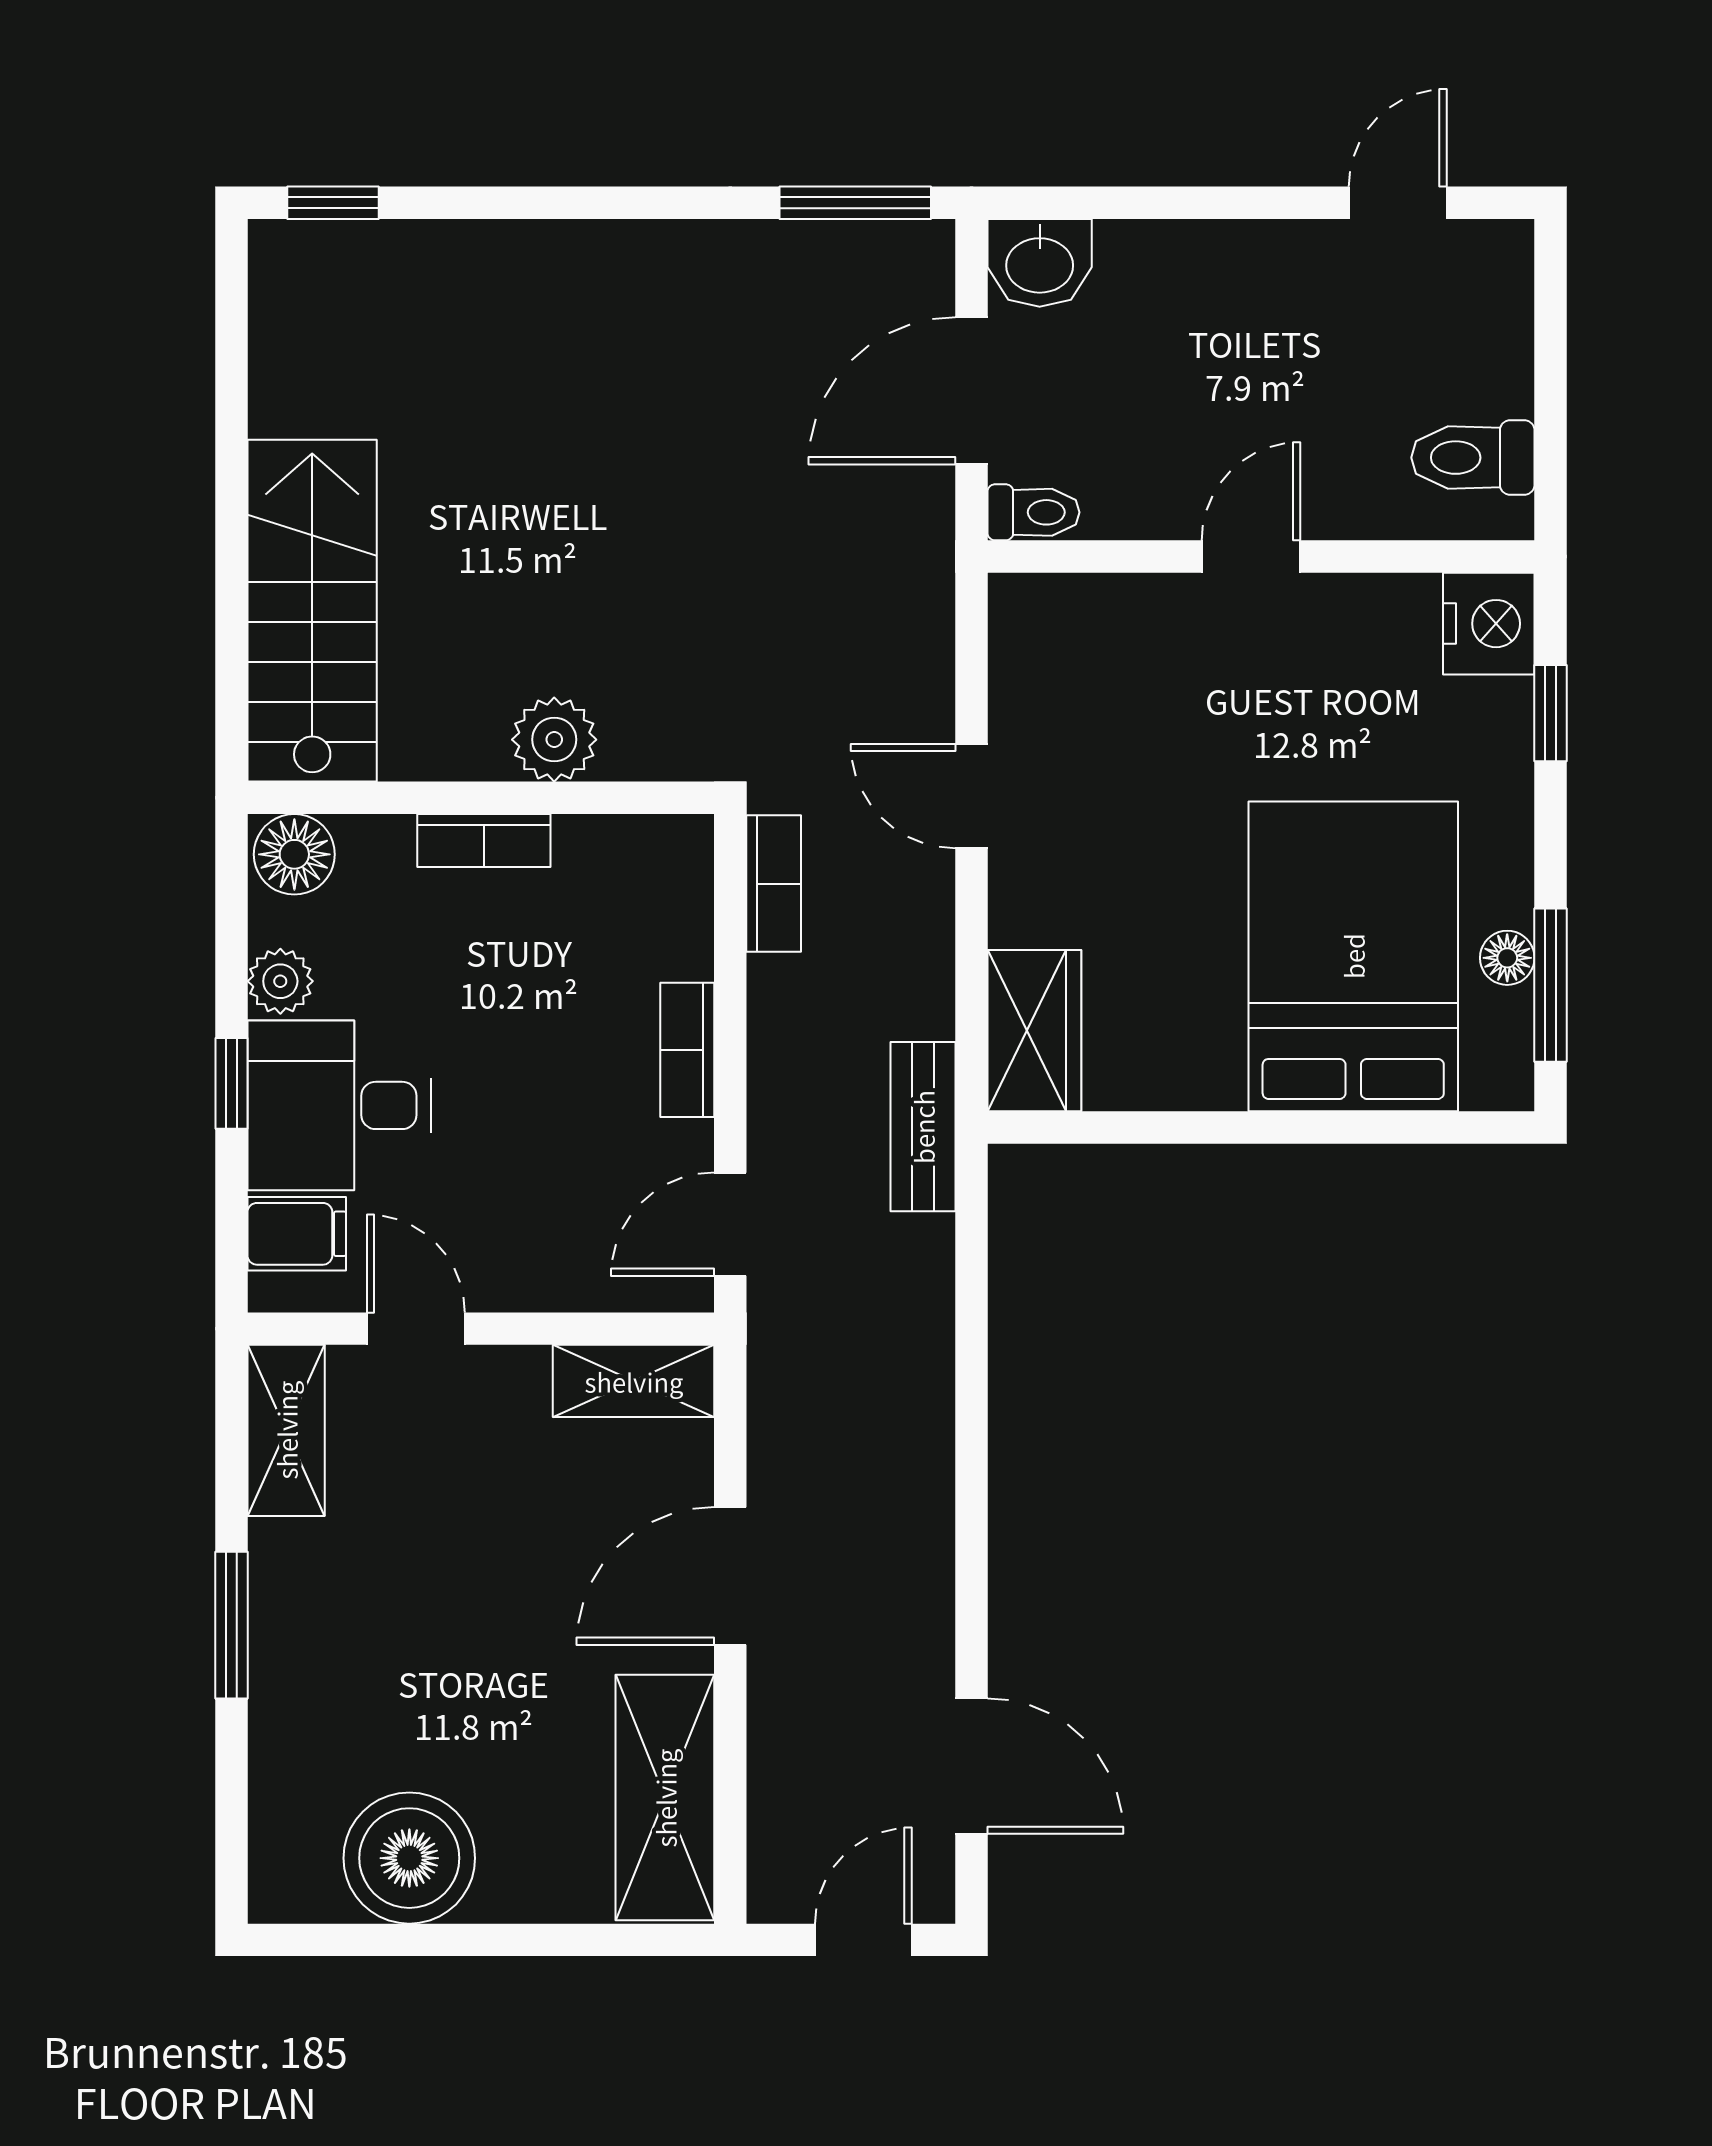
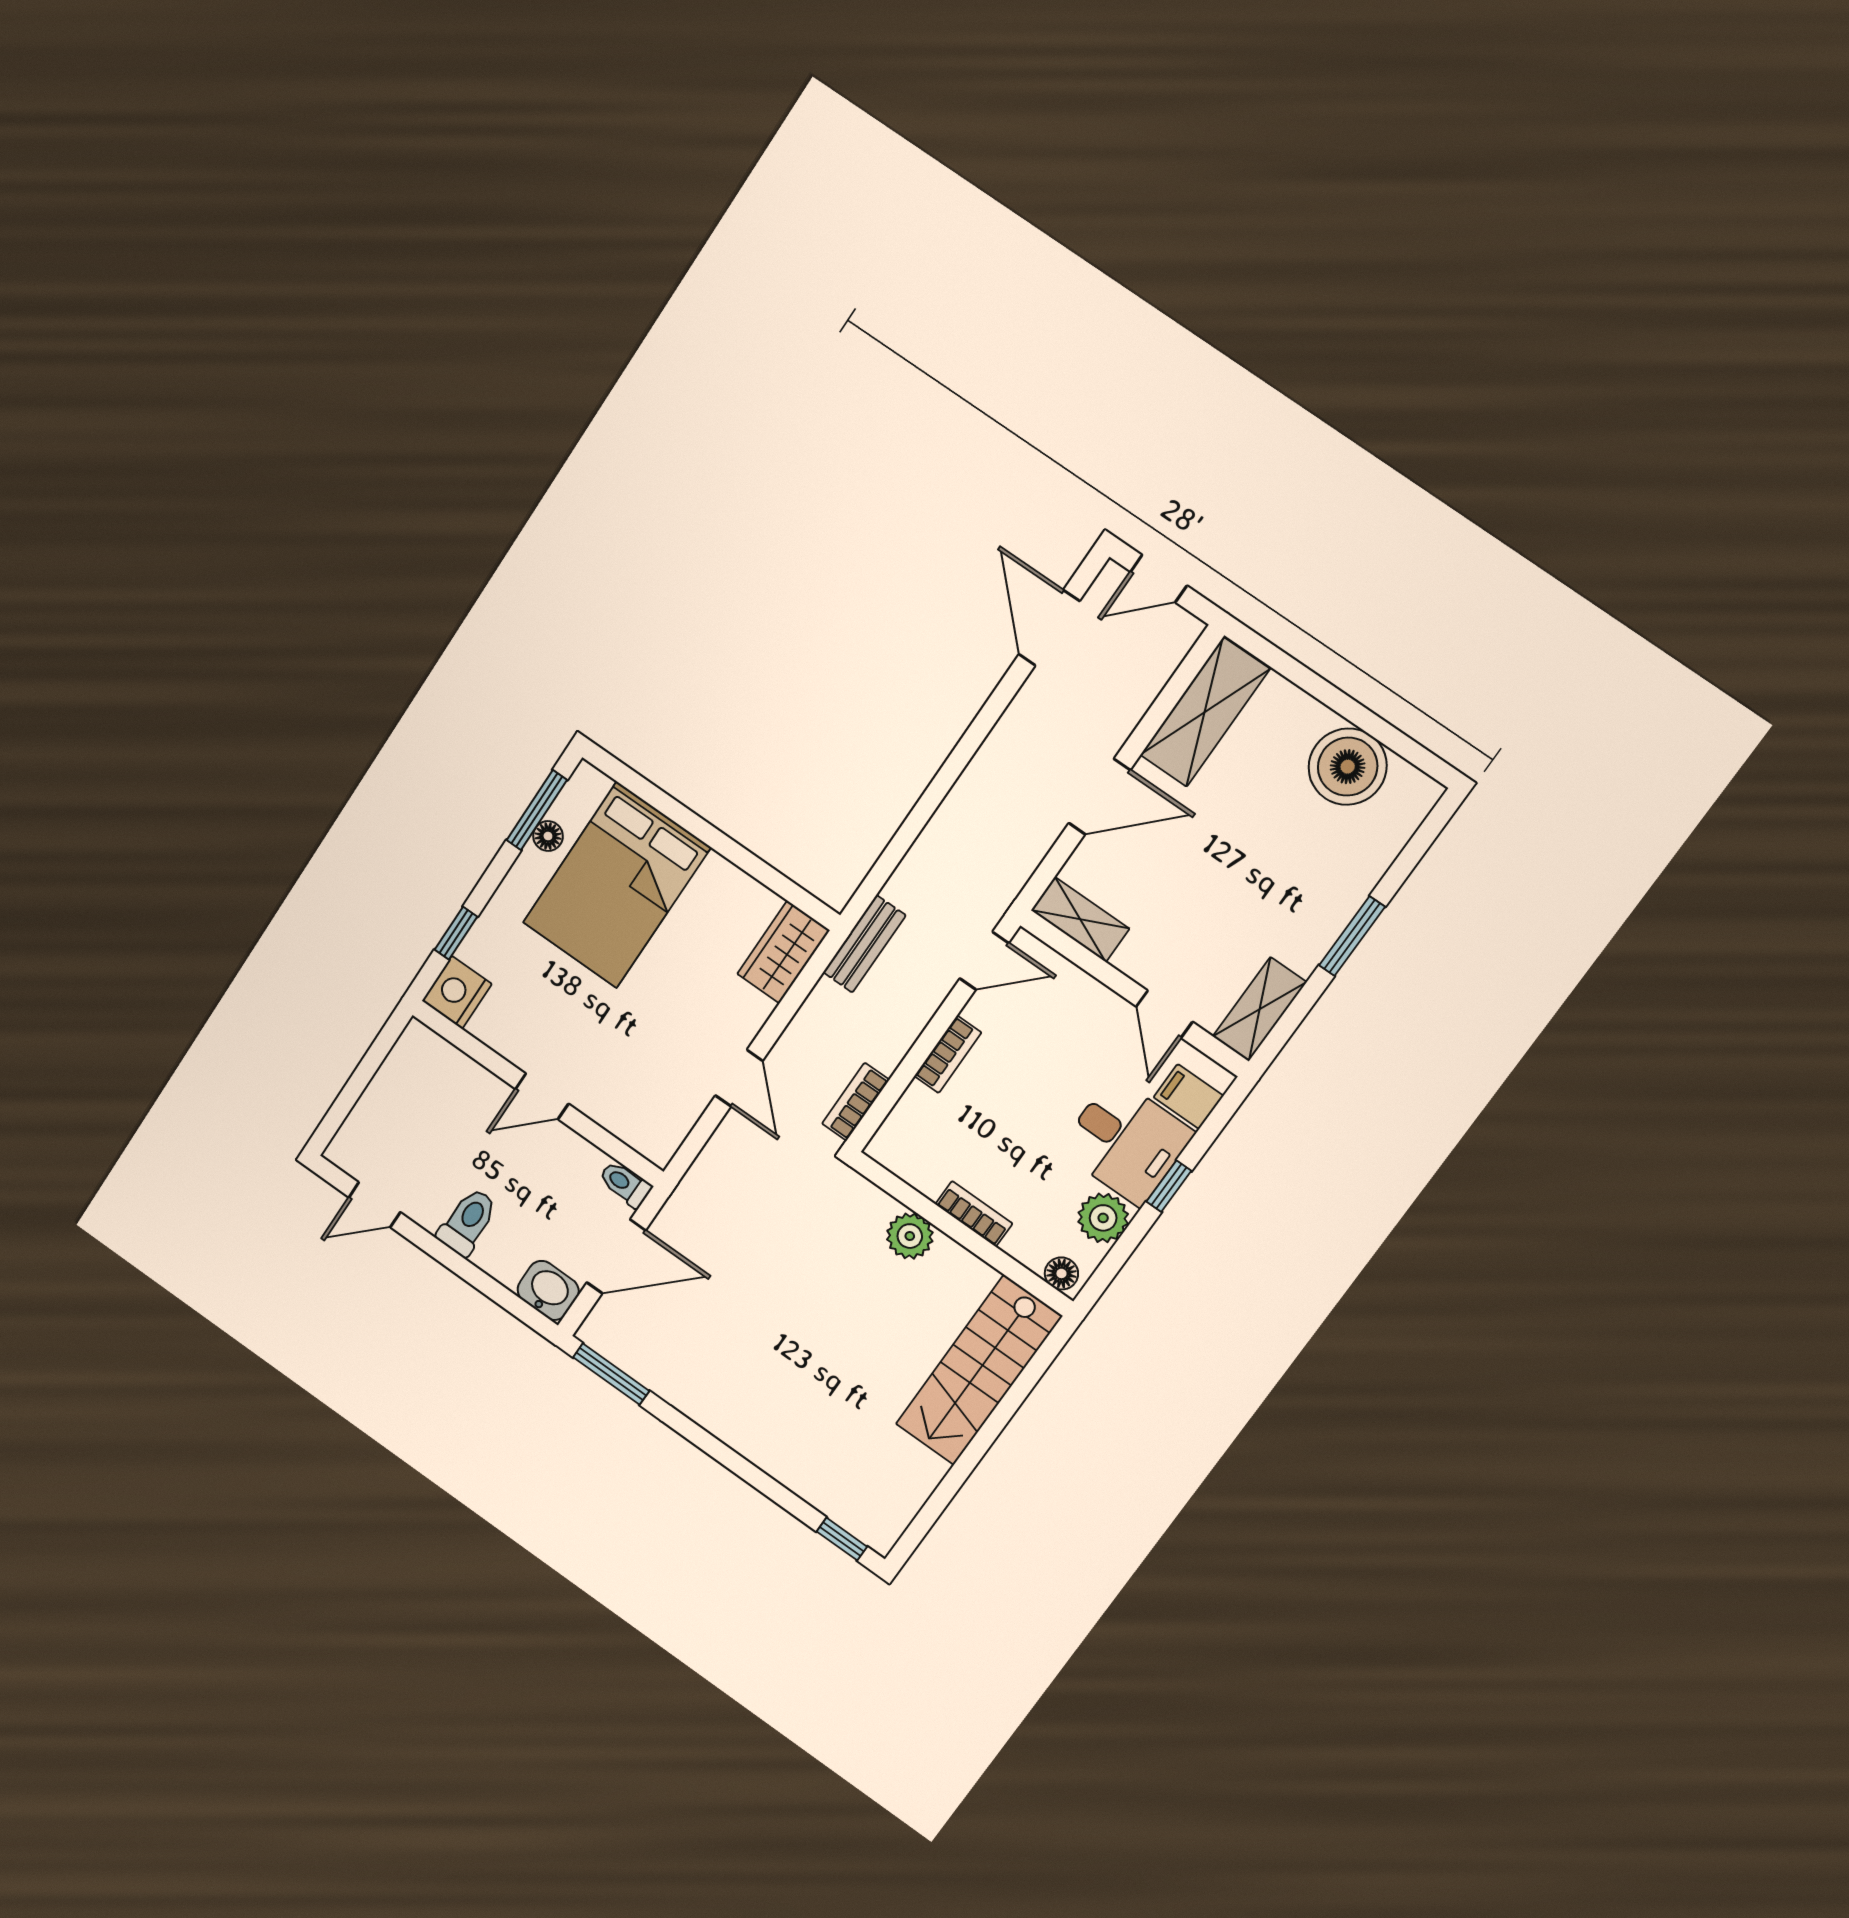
toilet: (1473, 458) -> (468, 1222), moved, turned -90
floor lamp: (294, 854) -> (1061, 1273), width x0.73, depth x0.73
plant: (280, 981) -> (1103, 1218), width x1.38, depth x1.38

